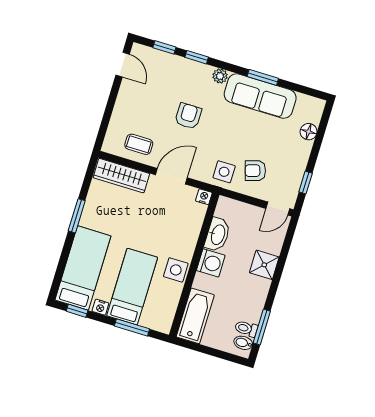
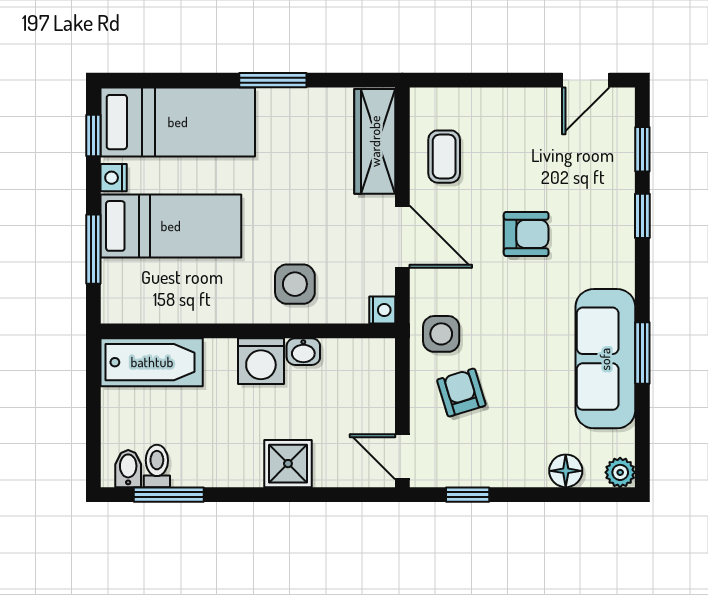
plant: (220, 76) -> (620, 472), moved
washbasin: (218, 235) -> (303, 352), width x0.52, depth x0.69
side table: (176, 270) -> (295, 284), moved

